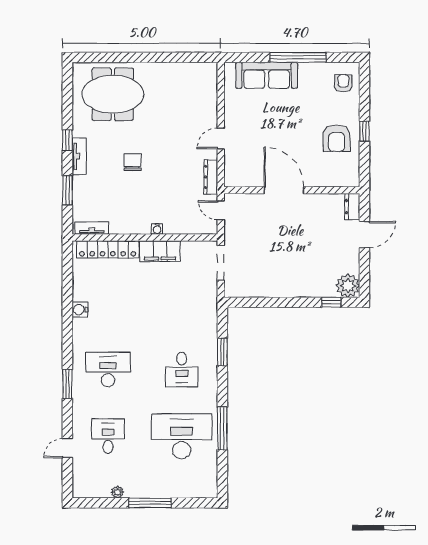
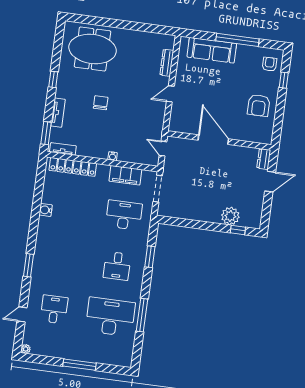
window: (364, 131) -> (284, 80), moved
tv unit: (79, 156) -> (58, 113), moved
dresser: (211, 177) -> (167, 63), moved
window: (67, 190) -> (46, 133), moved
filing cabinet: (160, 251) -> (125, 175), moved
plant: (348, 286) -> (230, 216), moved
desk: (108, 369) -> (124, 215), moved
plant: (118, 492) -> (26, 349), moved

